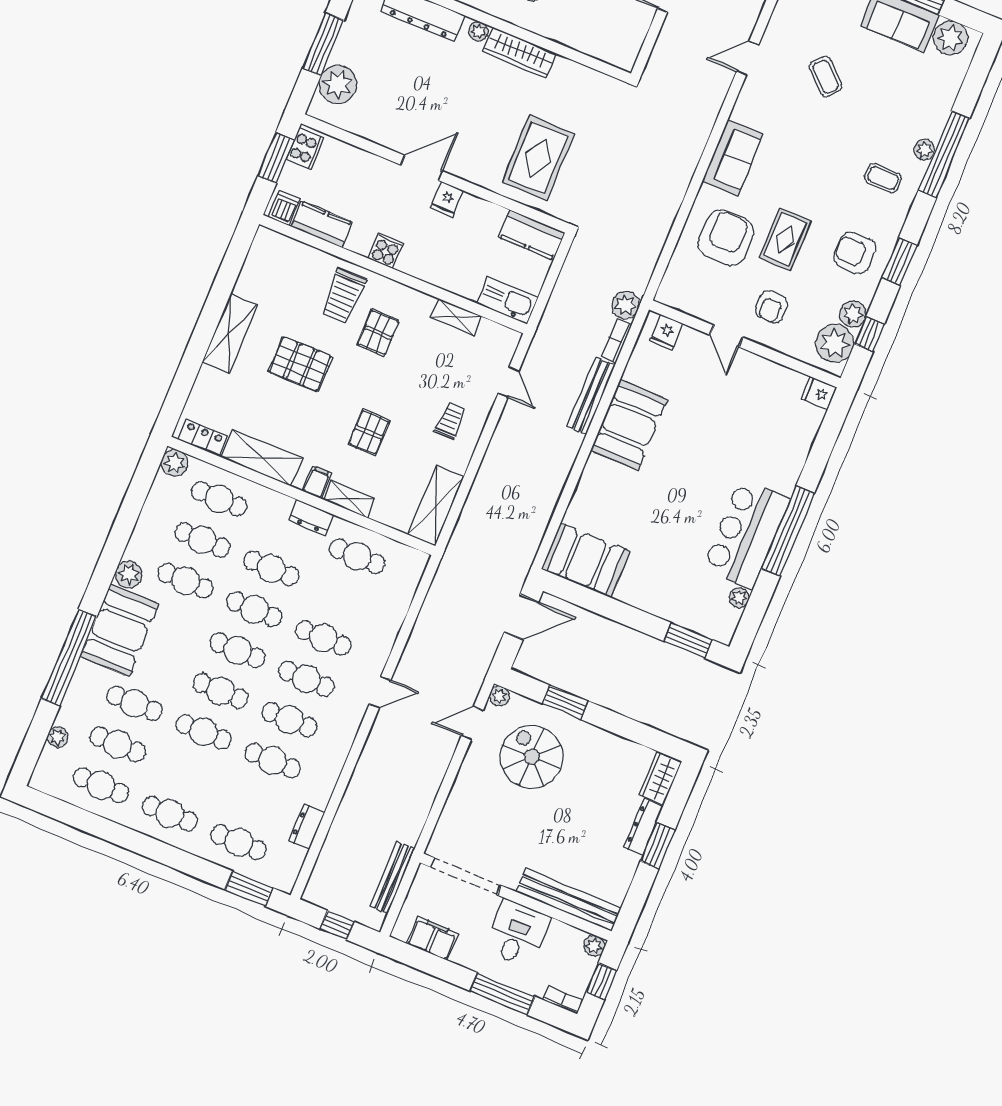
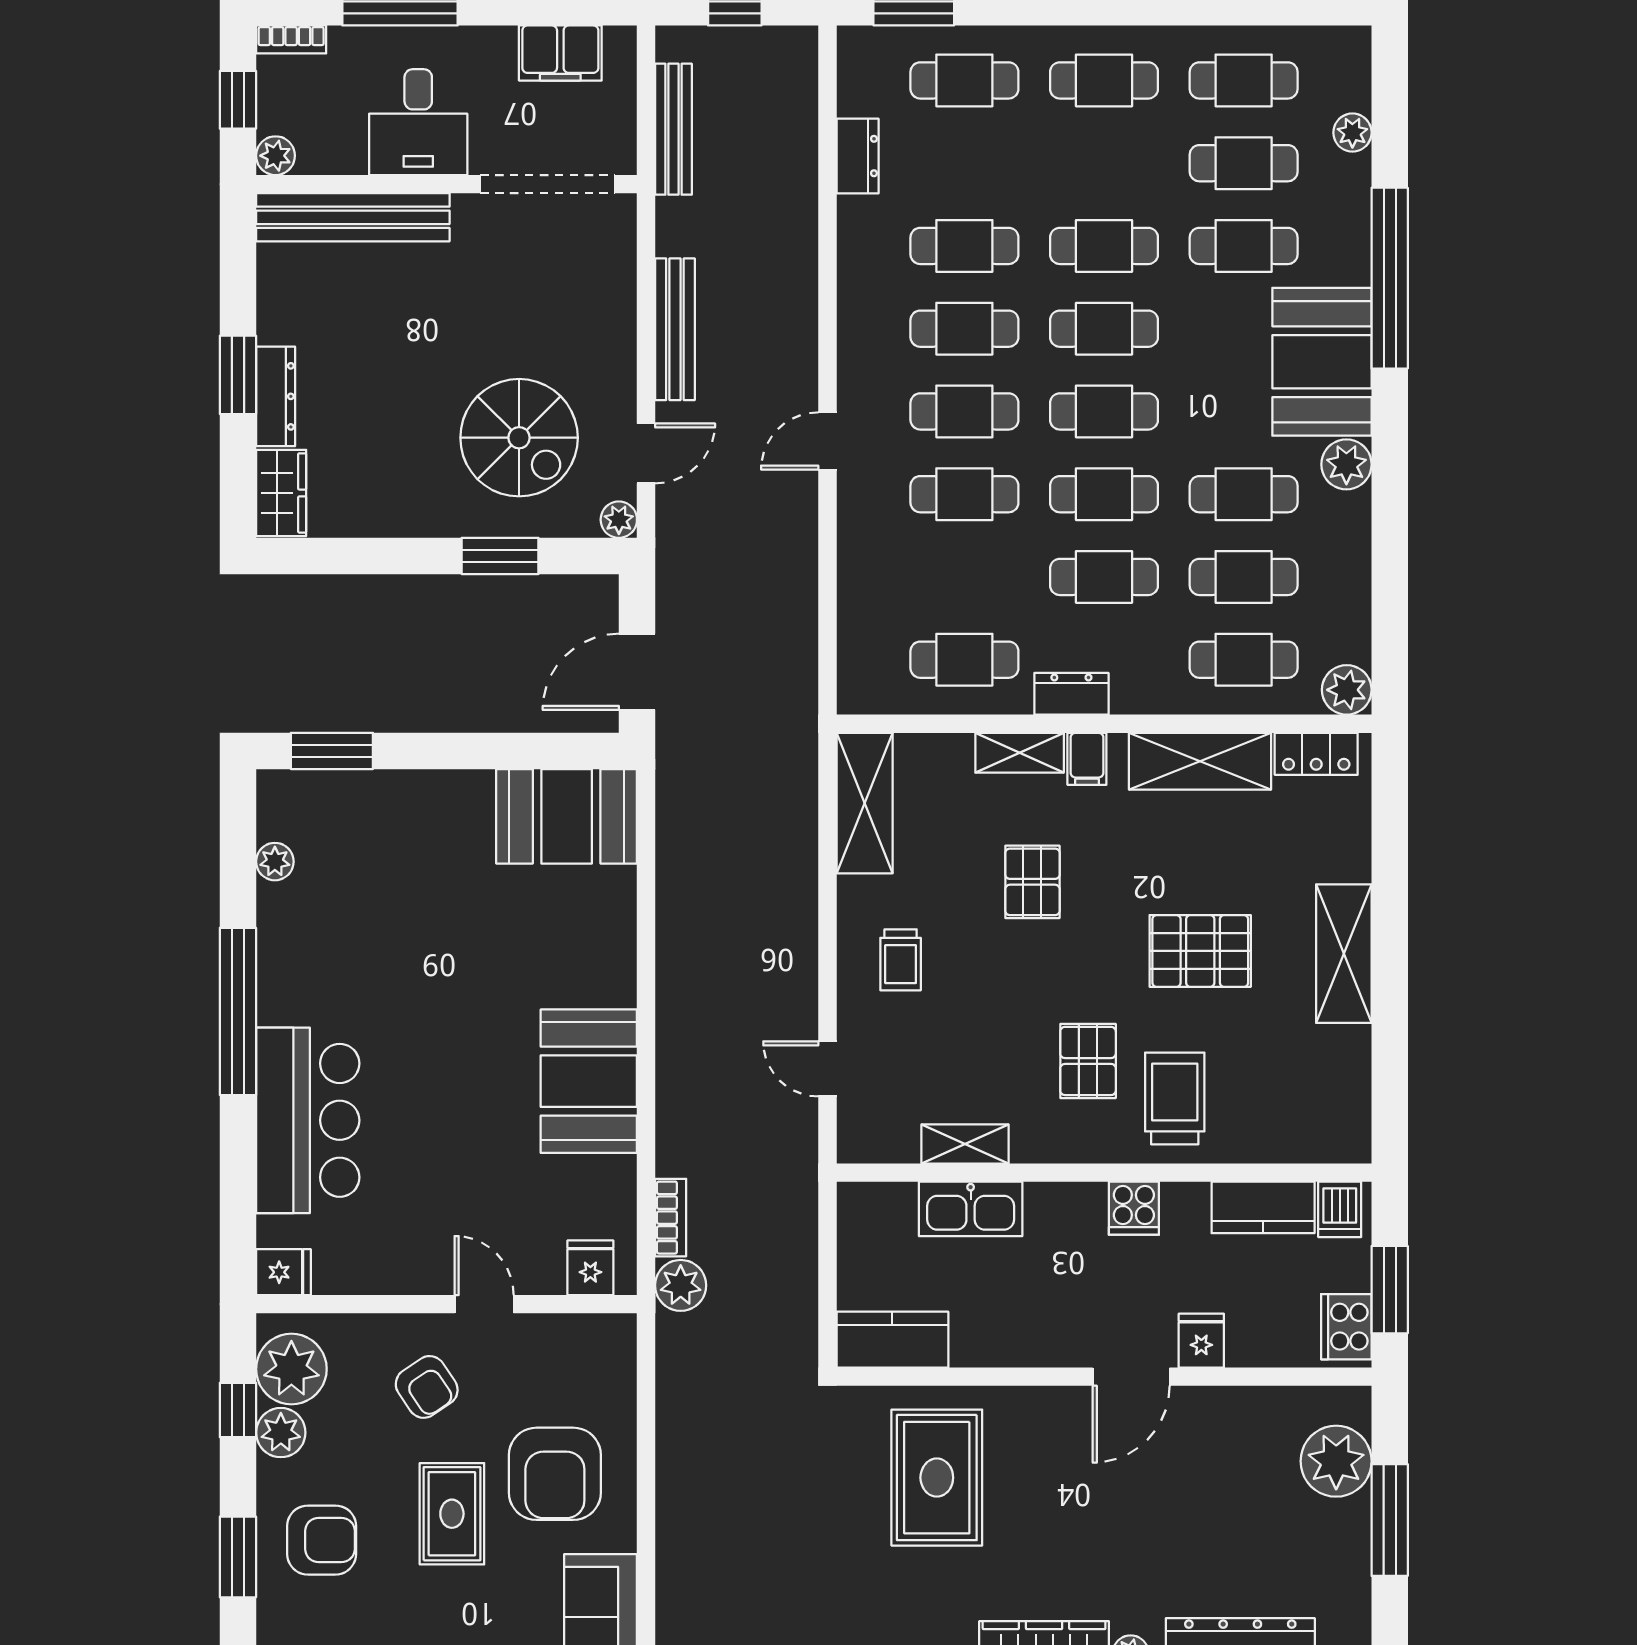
fridge: (447, 199) -> (1201, 1341), moved
kitchen sink: (507, 300) -> (971, 1209), moved
armchair: (772, 307) -> (427, 1387), turned 146
bench: (591, 396) -> (675, 329), moved
bar counter: (746, 534) -> (308, 1120), moved

